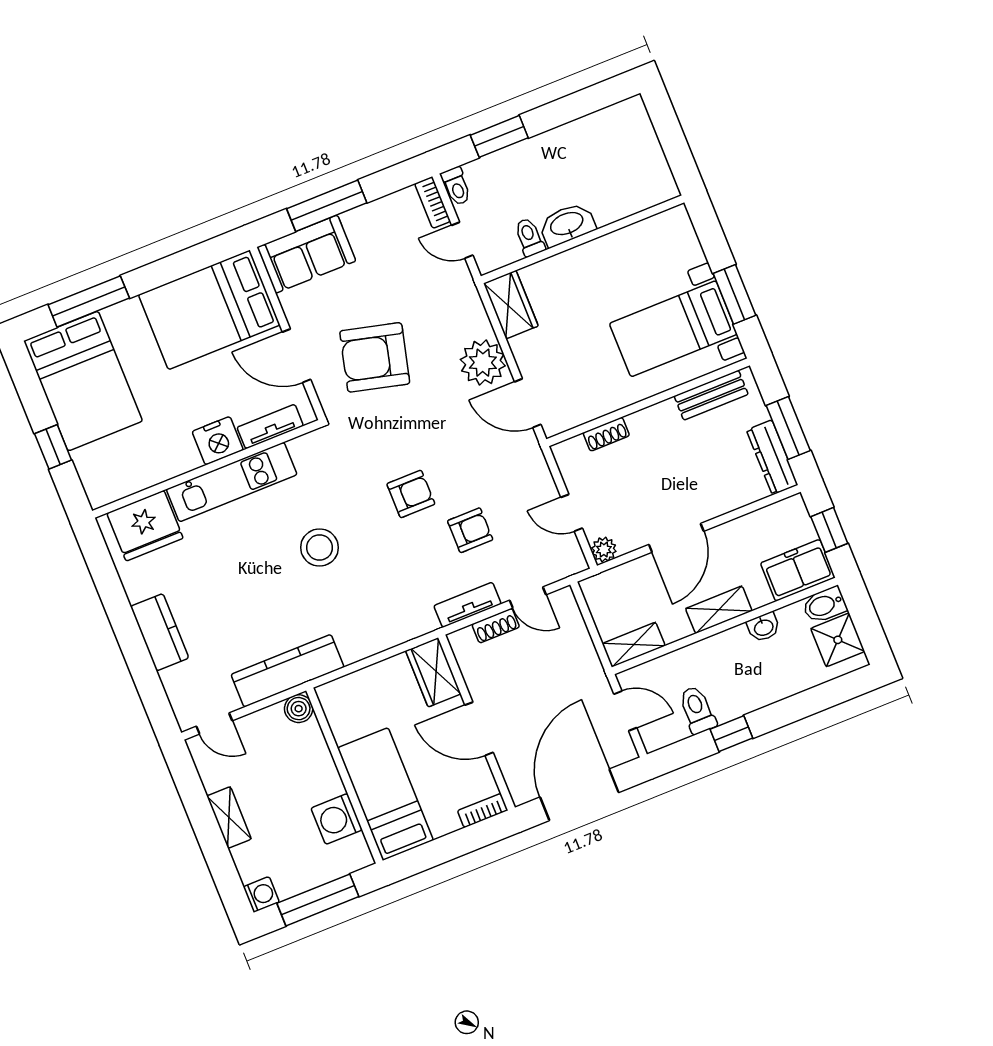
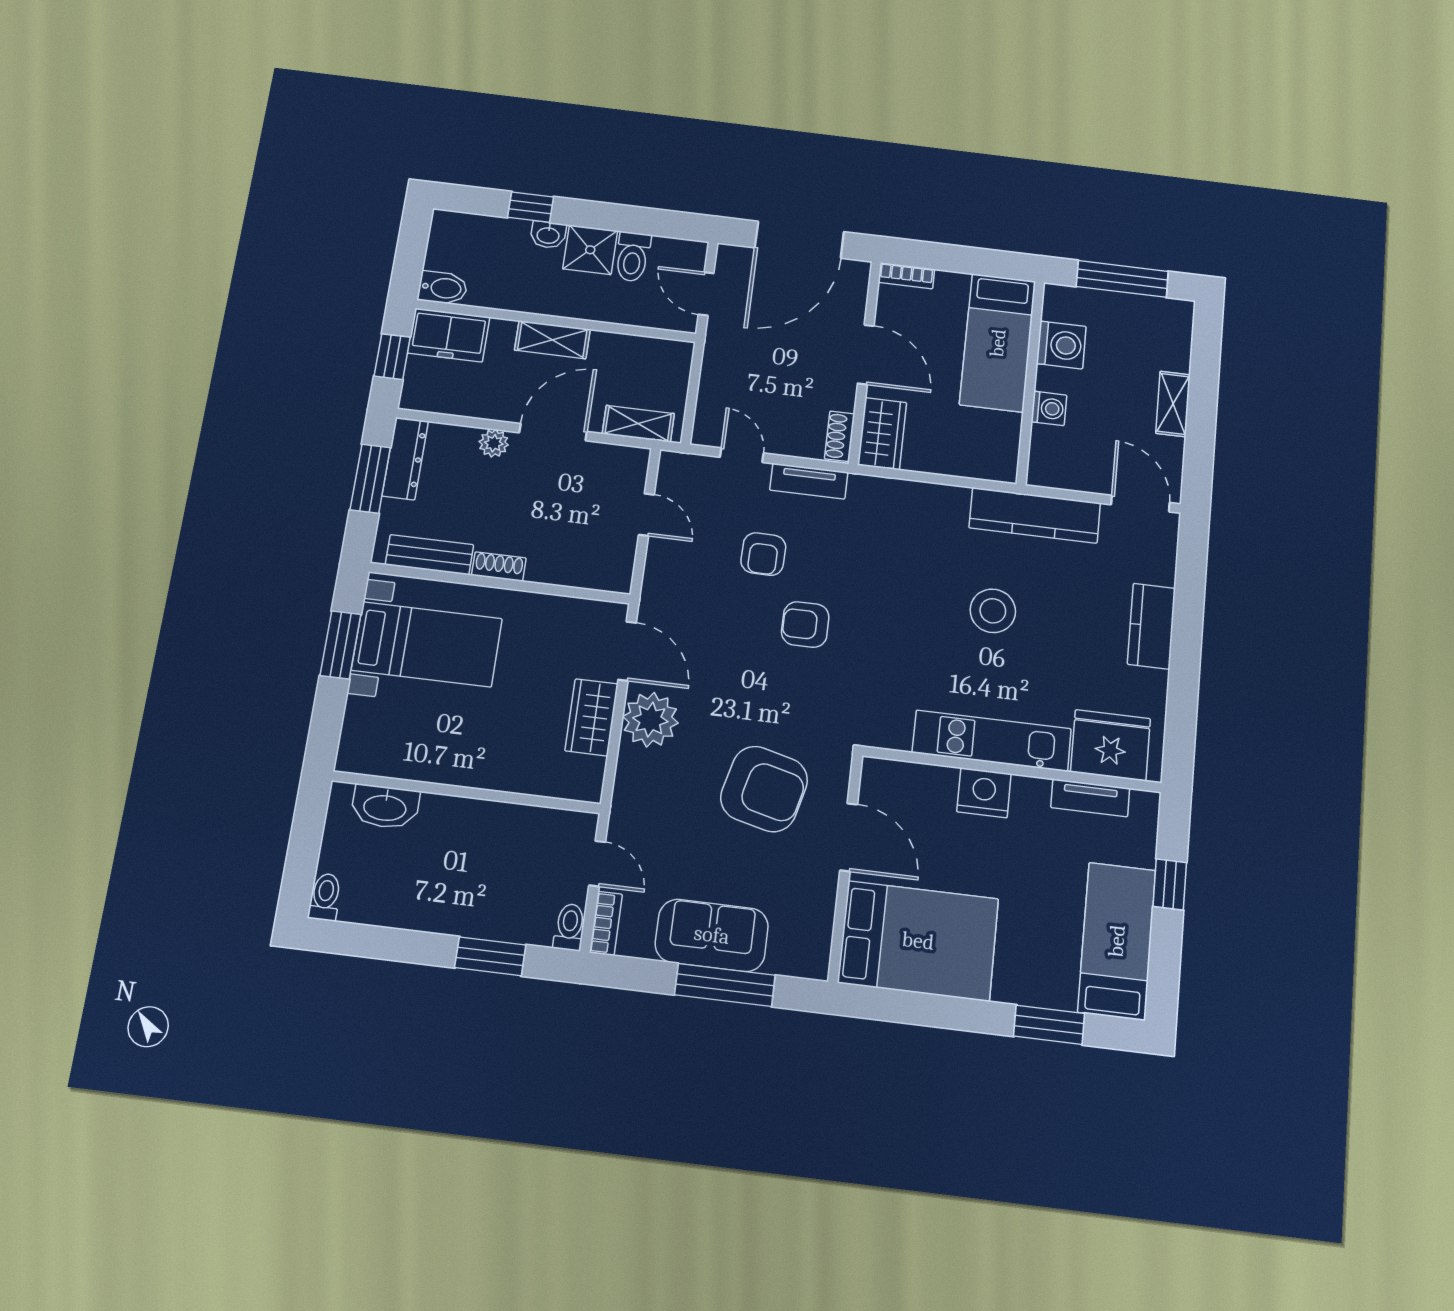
washbasin: (567, 224) -> (385, 807), moved
toilet: (529, 237) -> (325, 897), moved, turned 180
sofa: (306, 254) -> (712, 935), moved
window: (89, 301) -> (1049, 1025), width x0.69
wardrobe: (511, 305) -> (592, 717), moved
bed: (83, 381) -> (1117, 941), width x0.67
tv unit: (270, 427) -> (1090, 798), moved
shoe rack: (606, 434) -> (499, 567), moved
armchair: (470, 530) -> (763, 554), turned -89
stool: (319, 548) -> (993, 611), moved
plant: (604, 550) -> (494, 443), moved
shoe rack: (496, 626) -> (840, 436), moved, turned -90
washbasin: (763, 627) -> (548, 235), moved, turned 180
shower: (838, 640) -> (590, 250), moved
shelving: (634, 645) -> (638, 424), moved
boiler: (299, 709) -> (1043, 472), removed
door: (214, 724) -> (1140, 504), width x1.37
window: (731, 734) -> (531, 207), moved
washing machine: (261, 894) -> (1049, 408), moved, turned 180

